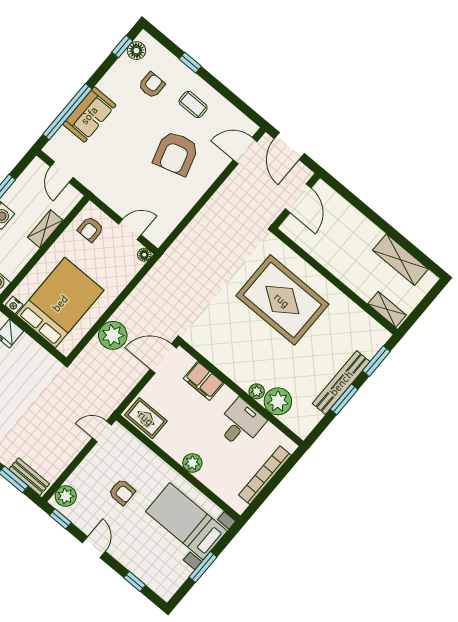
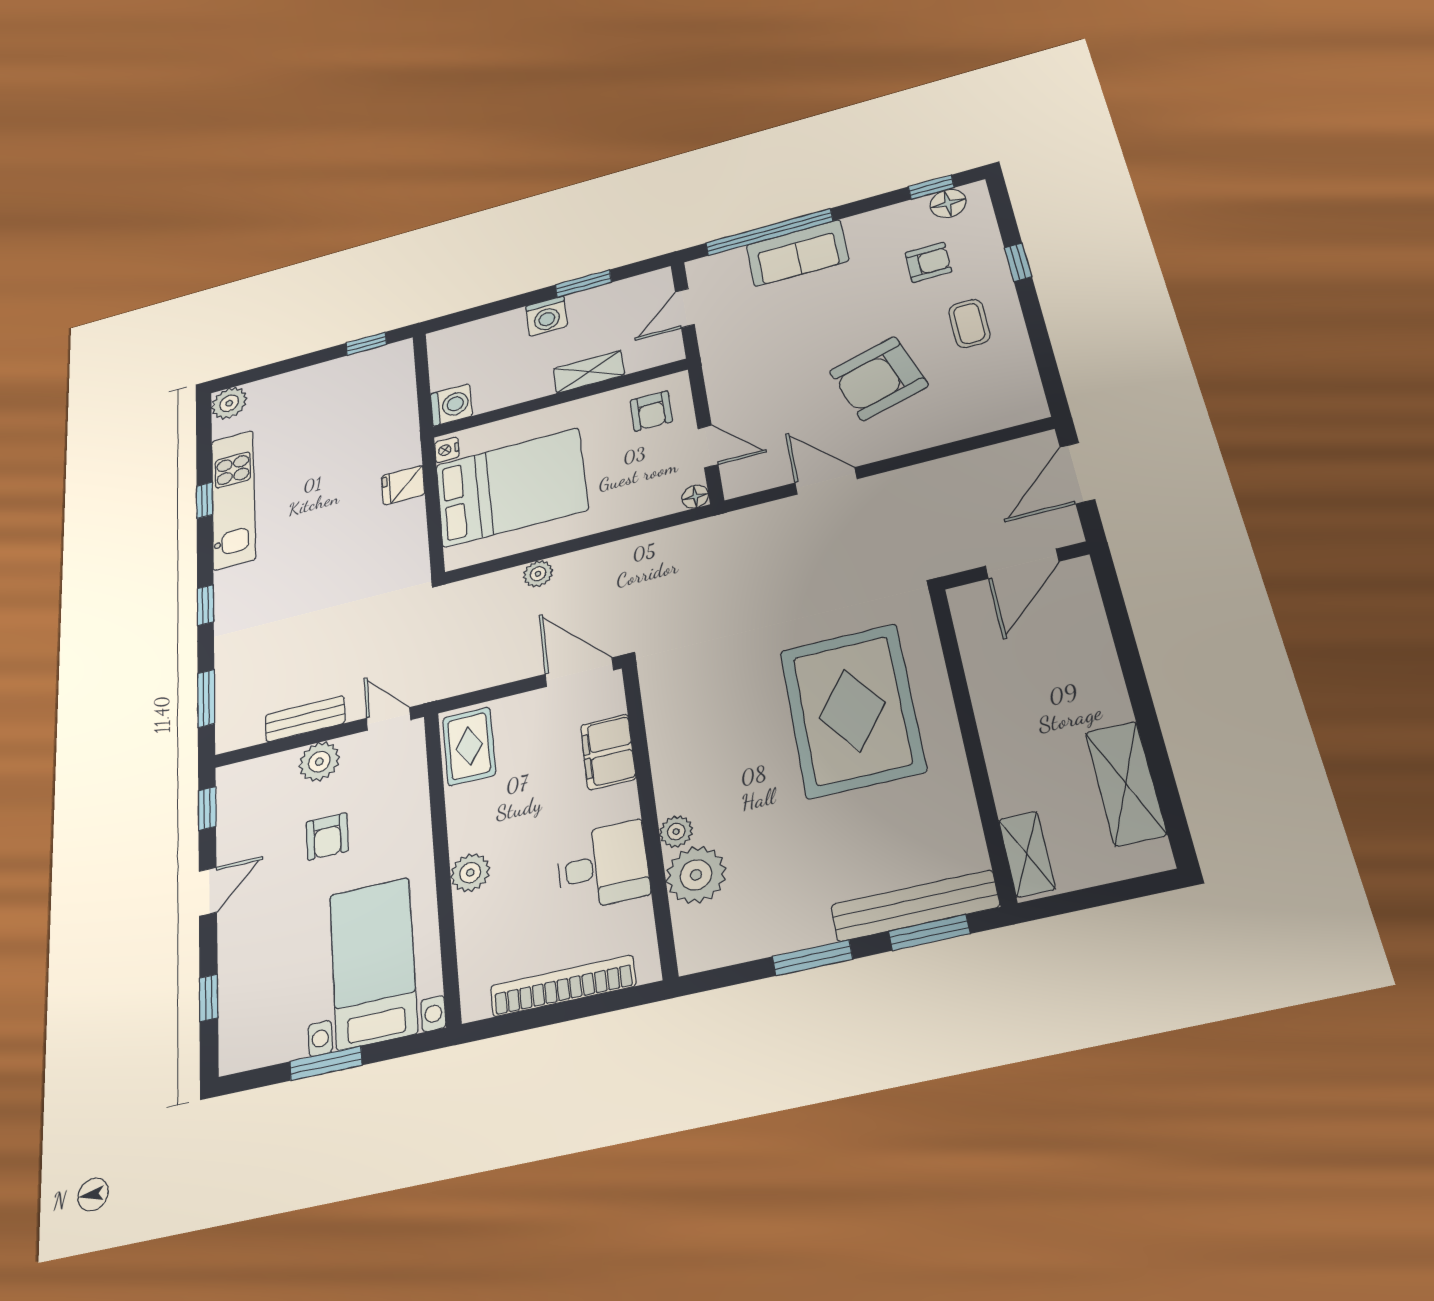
door: (245, 151) -> (826, 481), moved
armchair: (91, 229) -> (651, 411), turned -90
plant: (113, 335) -> (538, 574), width x0.53, depth x0.53
bench: (341, 383) -> (915, 906), moved
bench: (29, 477) -> (305, 719), moved, turned 90
plant: (66, 496) -> (319, 762), moved

